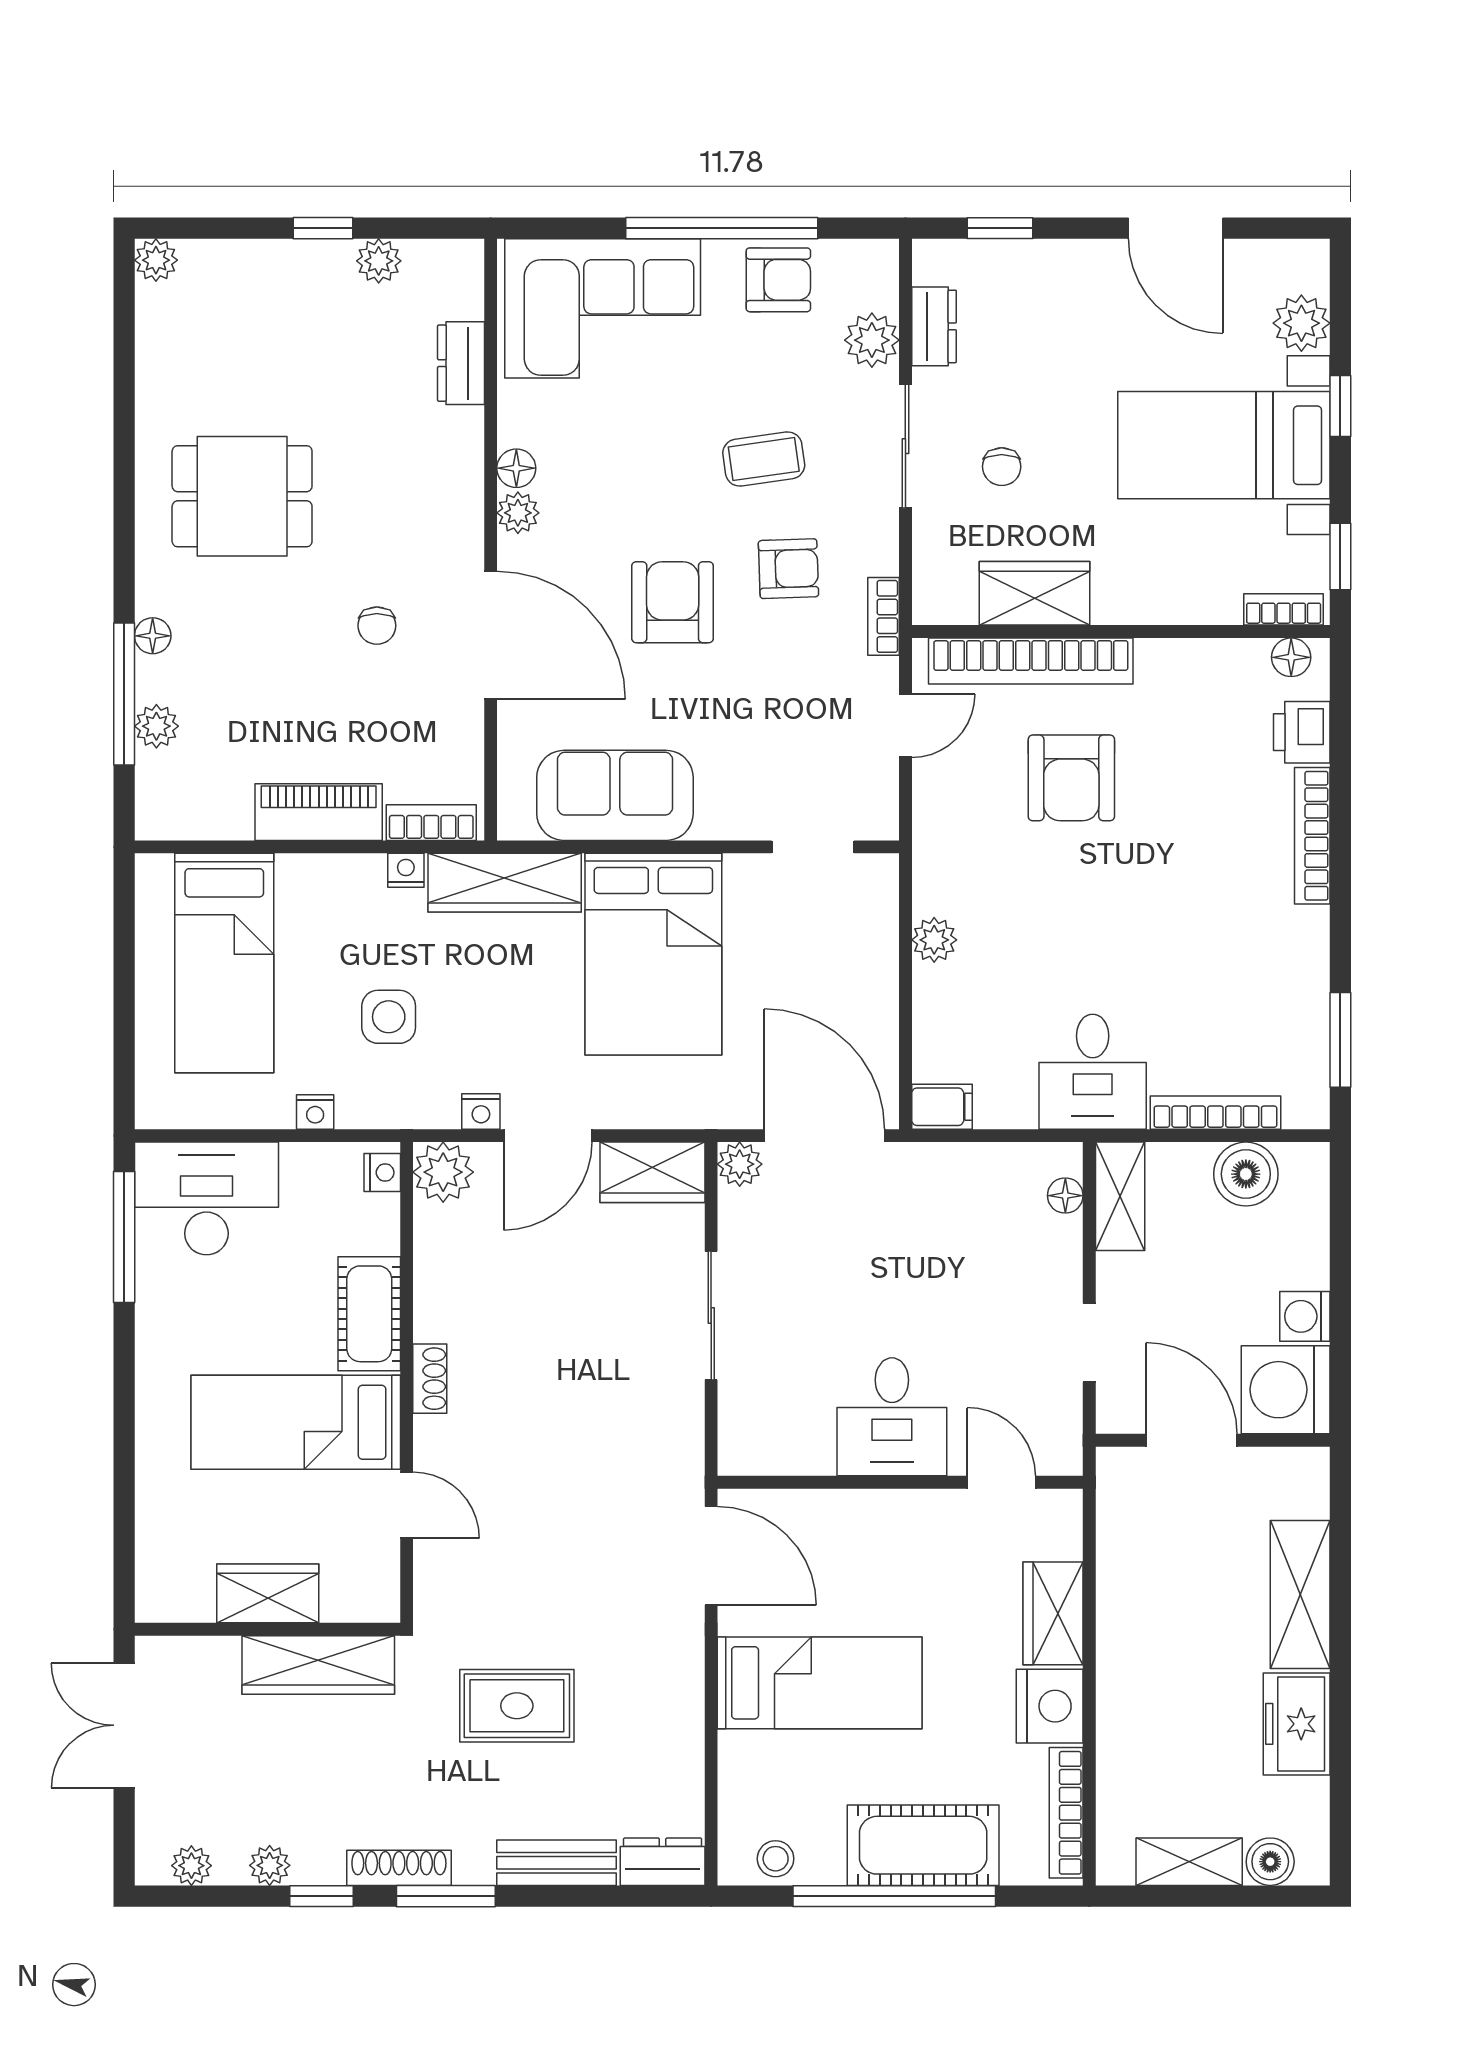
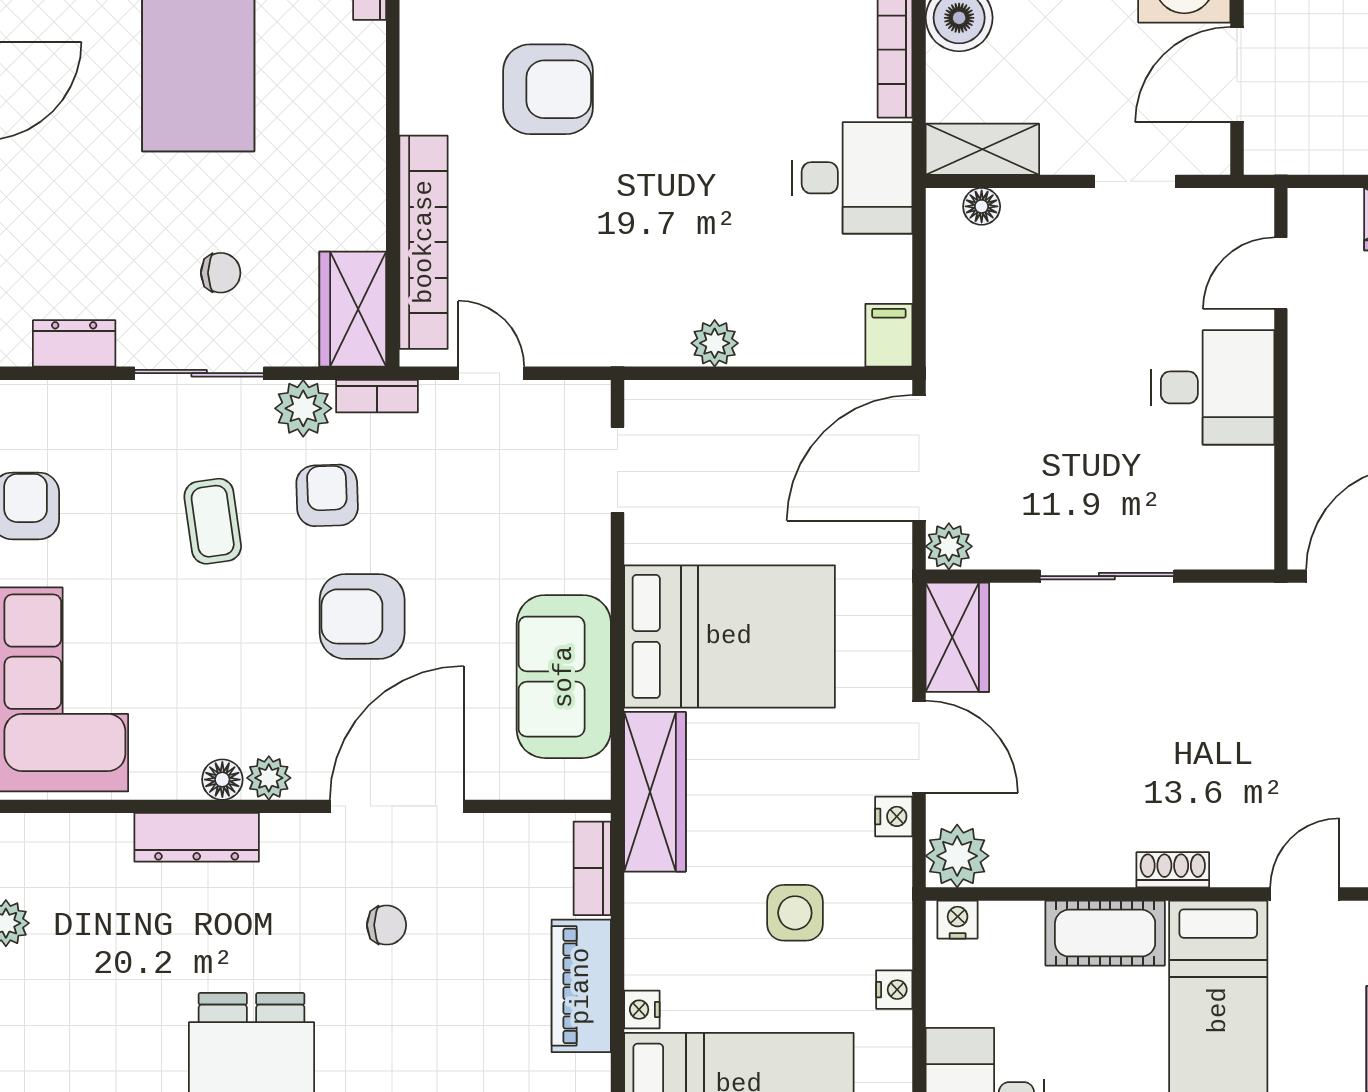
plant: (872, 340) -> (303, 408), moved
dresser: (461, 363) -> (197, 837), moved, width x1.44
wardrobe: (1035, 593) -> (353, 309), moved
armchair: (1071, 778) -> (548, 89), moved
nightstand: (406, 870) -> (642, 1010), moved

